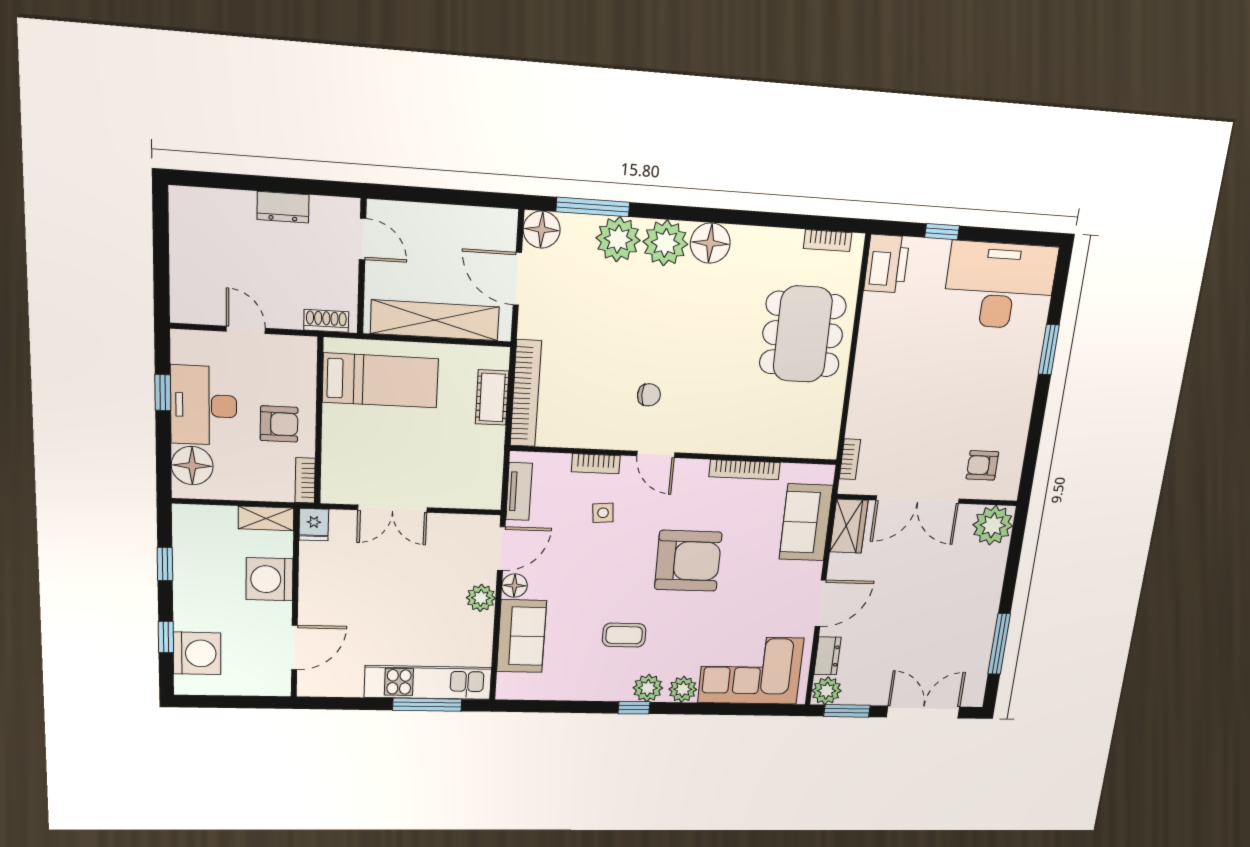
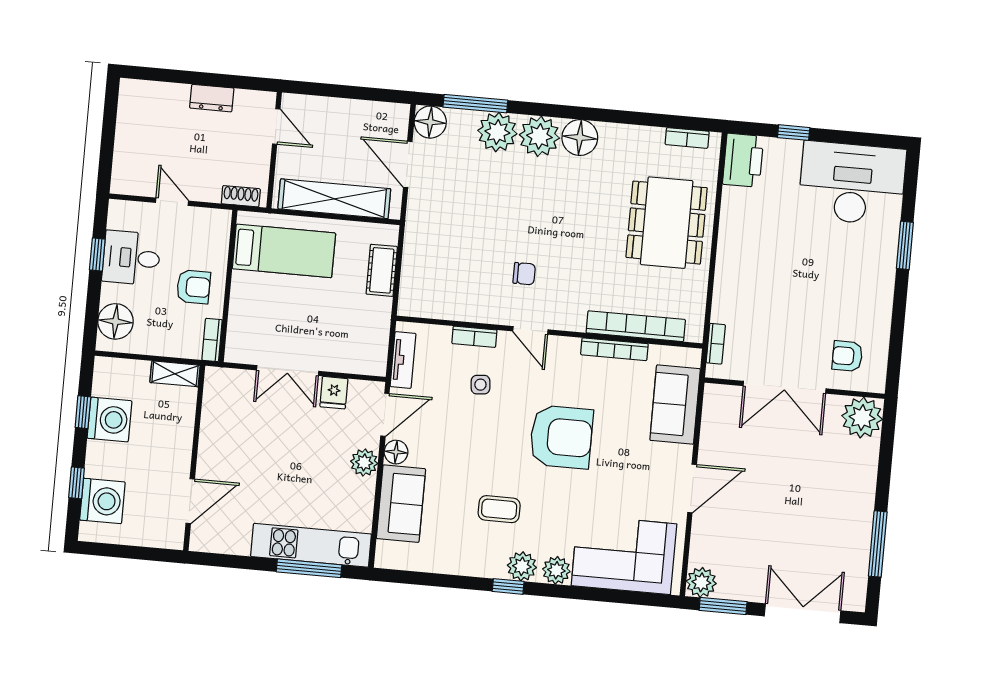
bookcase: (526, 393) -> (636, 326), moved, turned -90
desk: (204, 406) -> (131, 258), width x0.73
fridge: (314, 525) -> (334, 393), moved
wardrobe: (849, 526) -> (717, 411), removed
washing machine: (270, 579) -> (109, 420), moved, turned 180
dresser: (828, 656) -> (701, 545), removed

